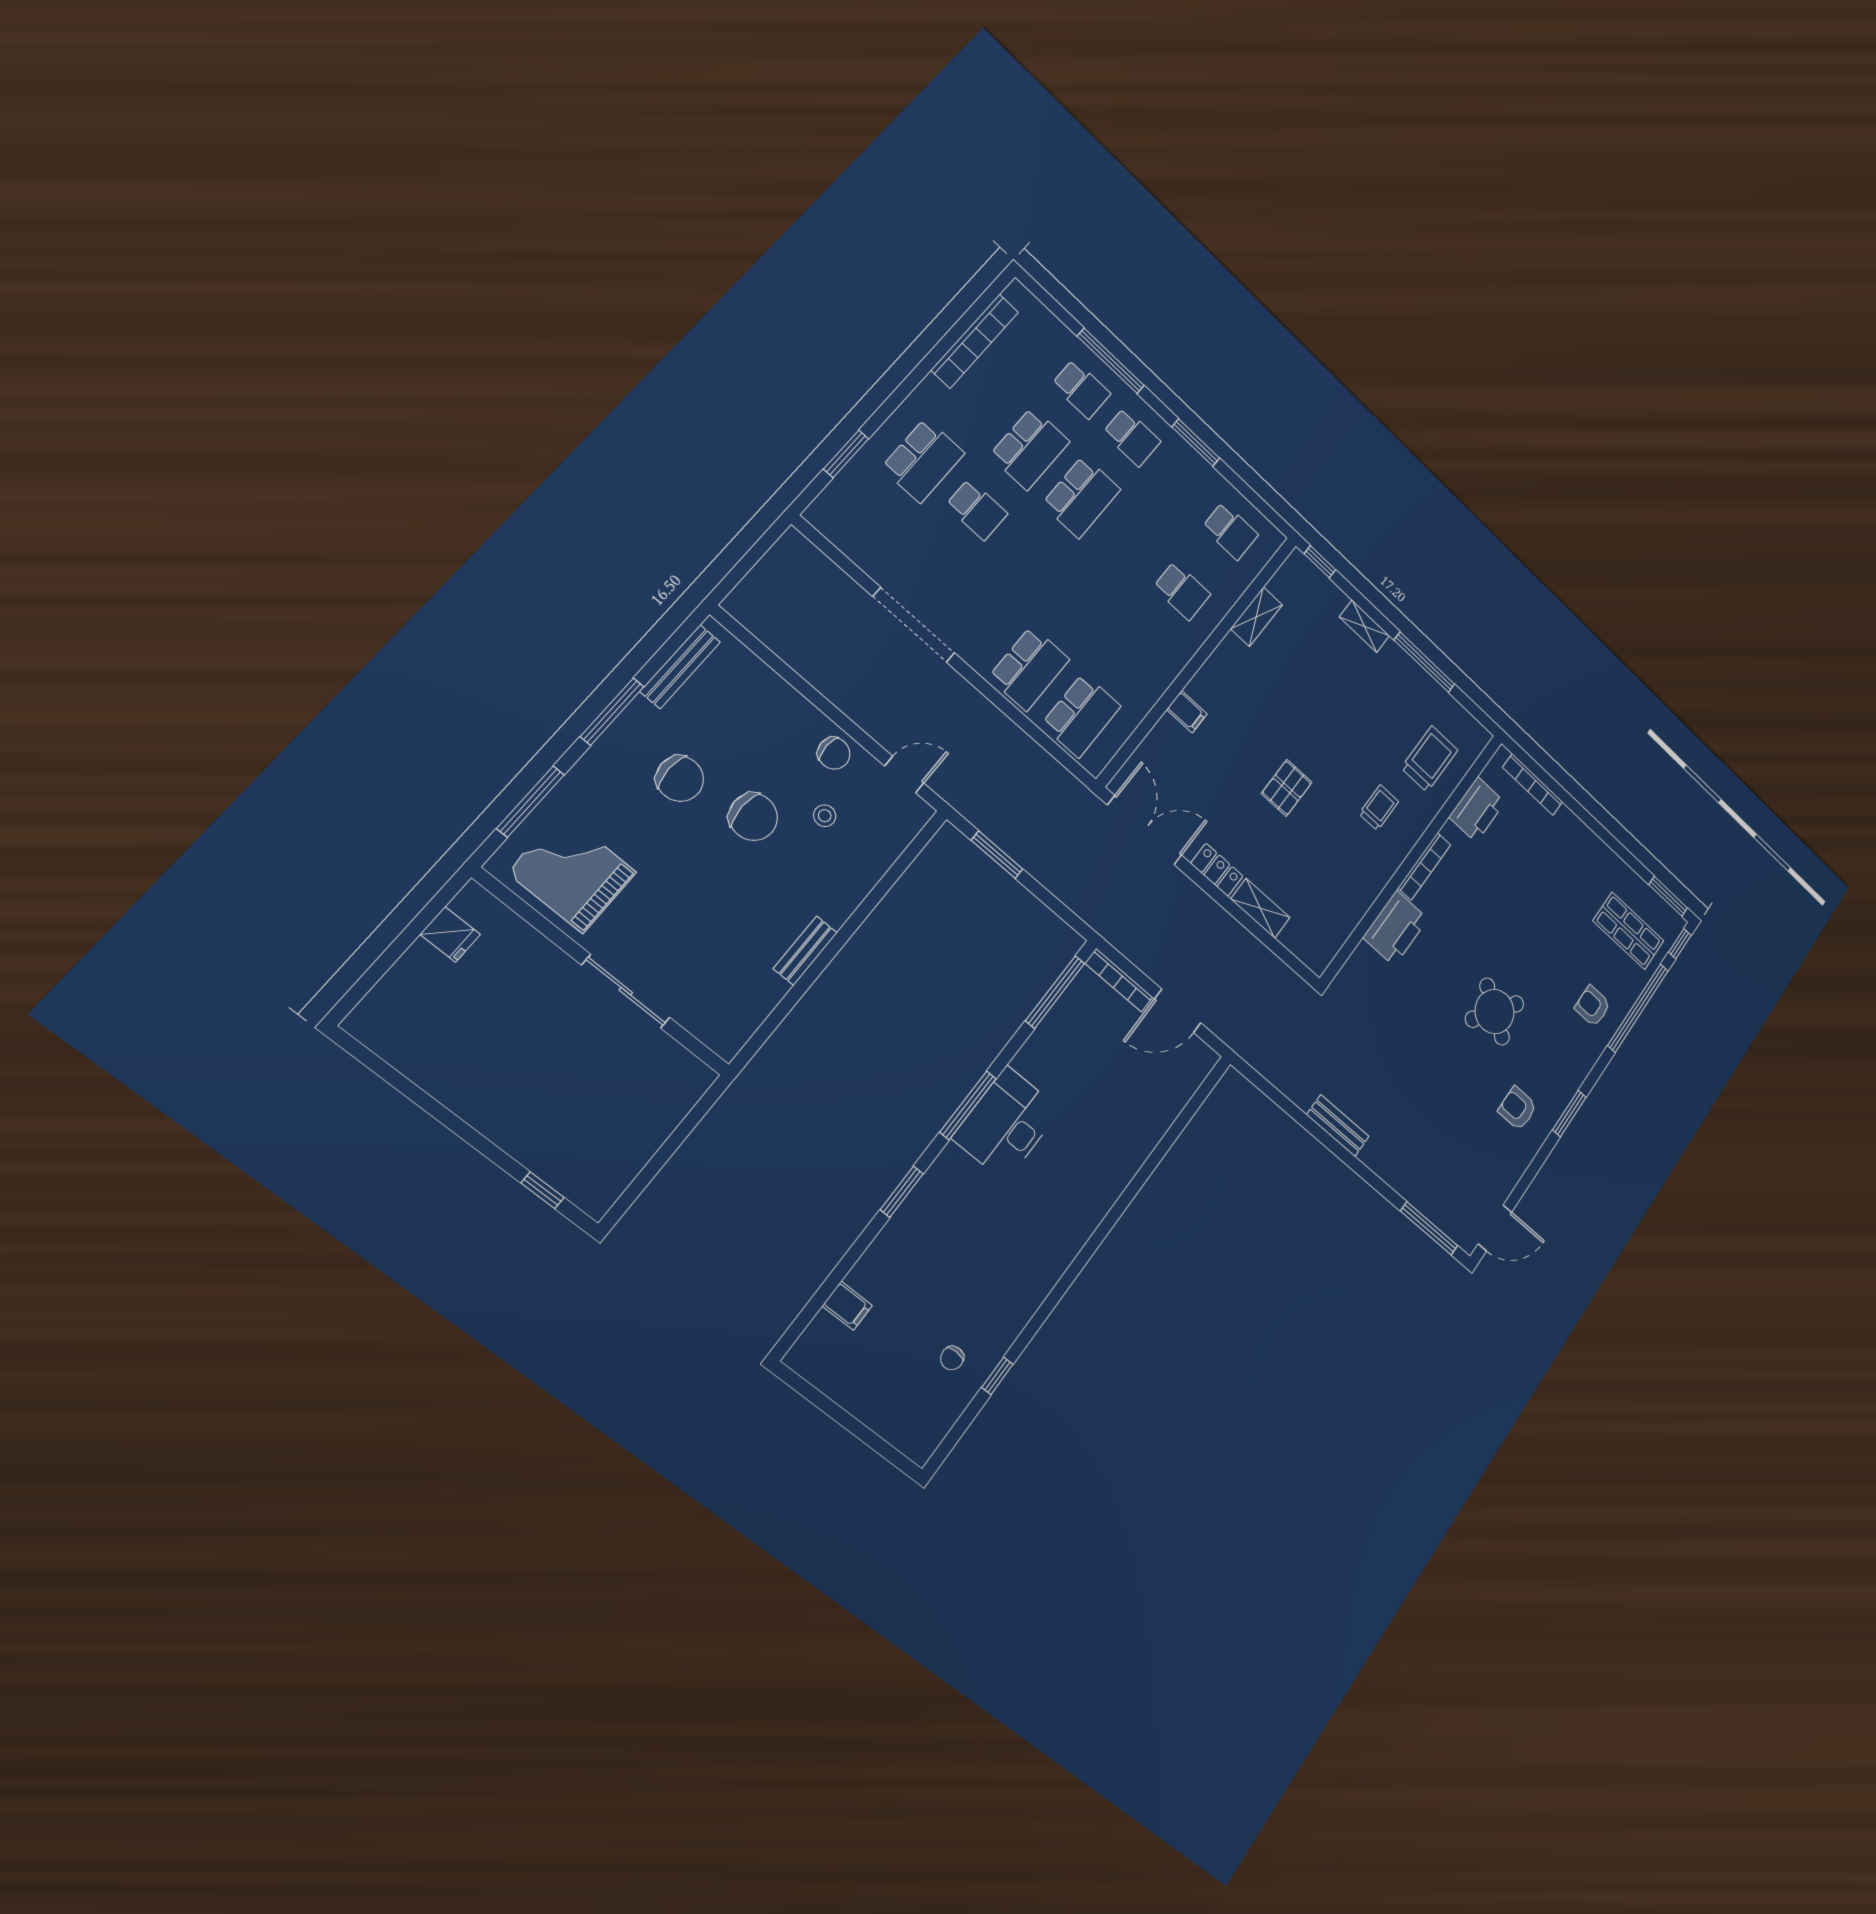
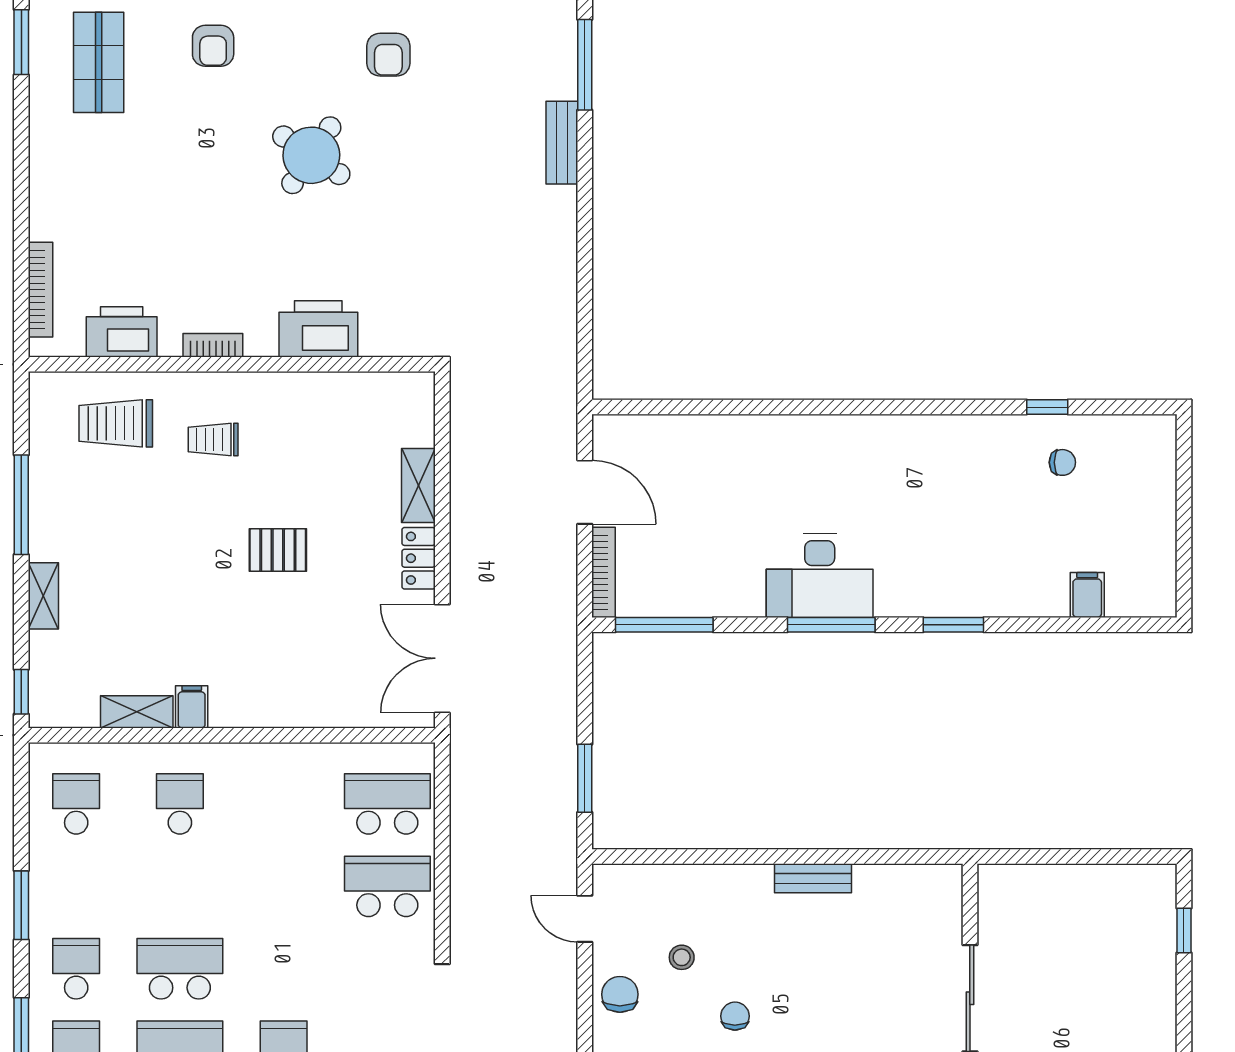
filing cabinet: (1187, 712) -> (192, 707), moved
chair: (753, 817) -> (735, 1016), width x0.54, depth x0.54
bookcase: (1424, 866) -> (213, 345), width x0.64
bench: (1338, 1126) -> (562, 143), moved

